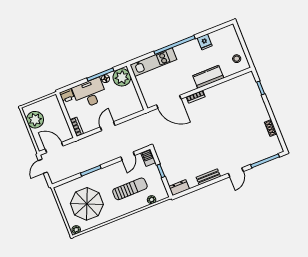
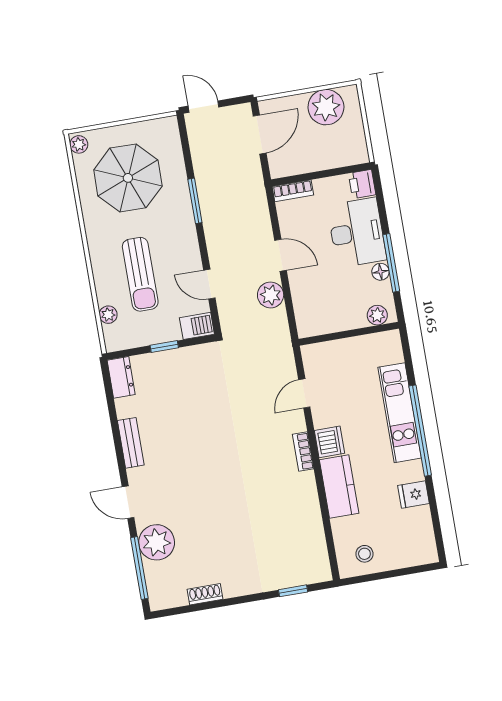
kitchen unit: (153, 62) -> (400, 413), moved
plant: (122, 77) -> (377, 315), width x0.53, depth x0.53
dishwasher: (189, 86) -> (330, 442), added
door: (169, 102) -> (304, 393), width x0.53
plant: (127, 127) -> (271, 295), added
plant: (252, 155) -> (157, 542), added
door: (43, 166) -> (204, 107), moved

